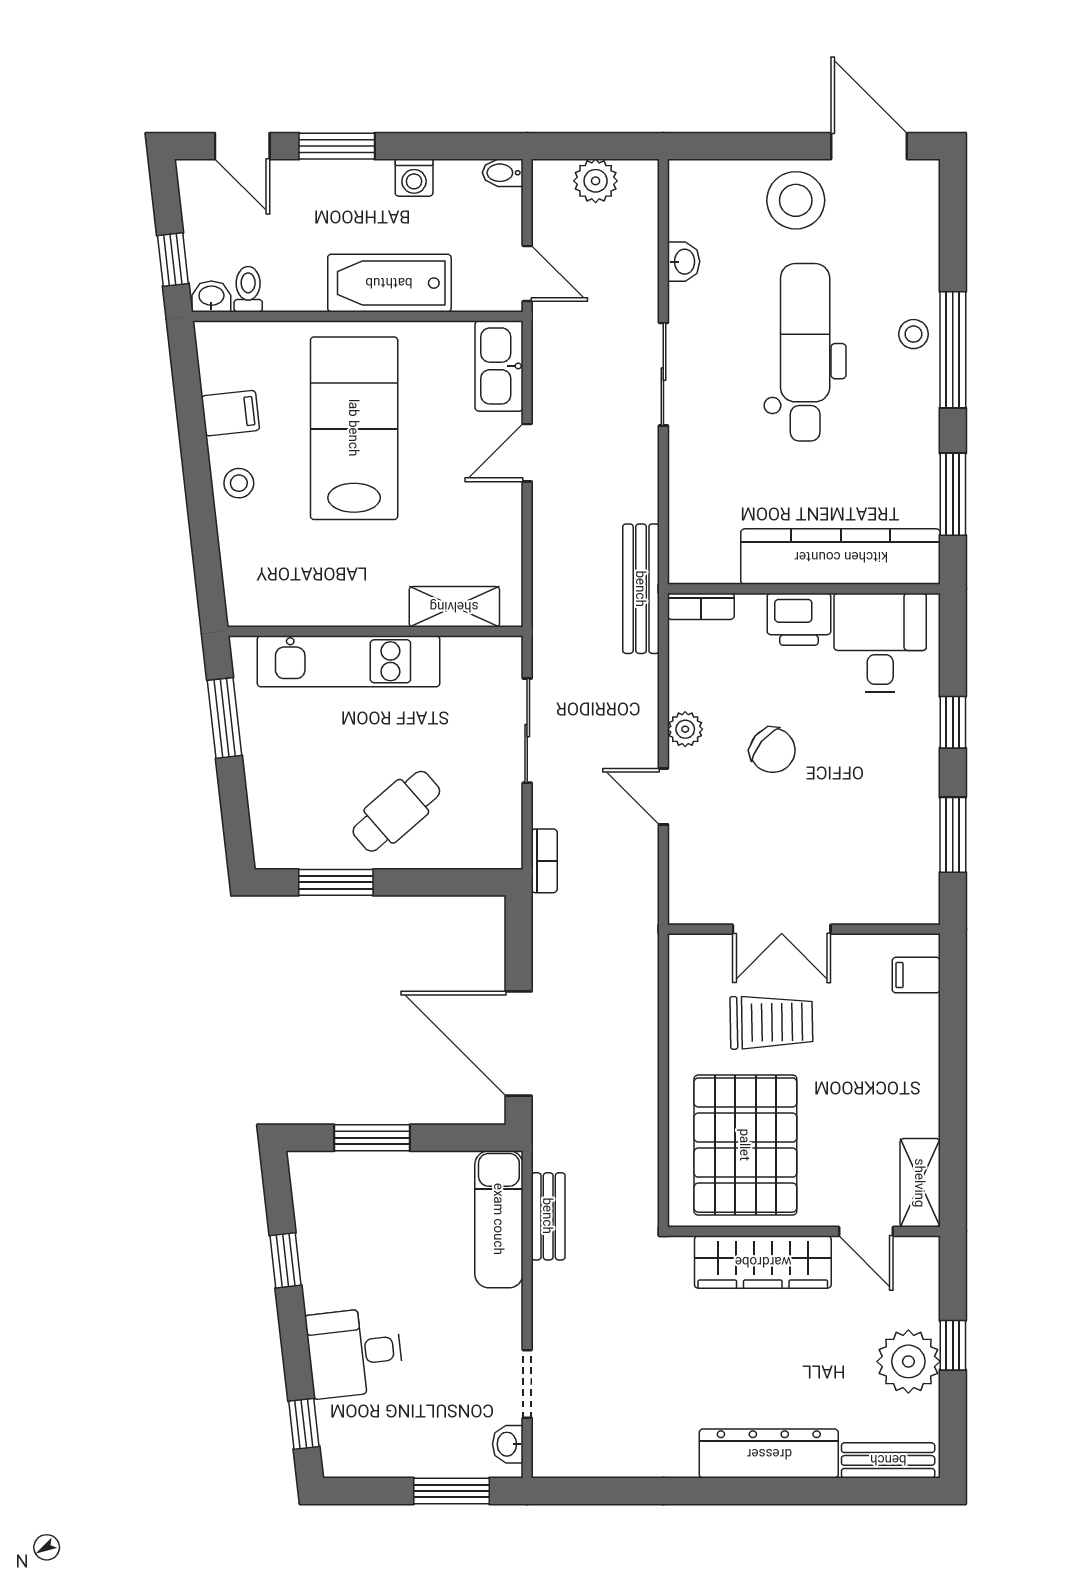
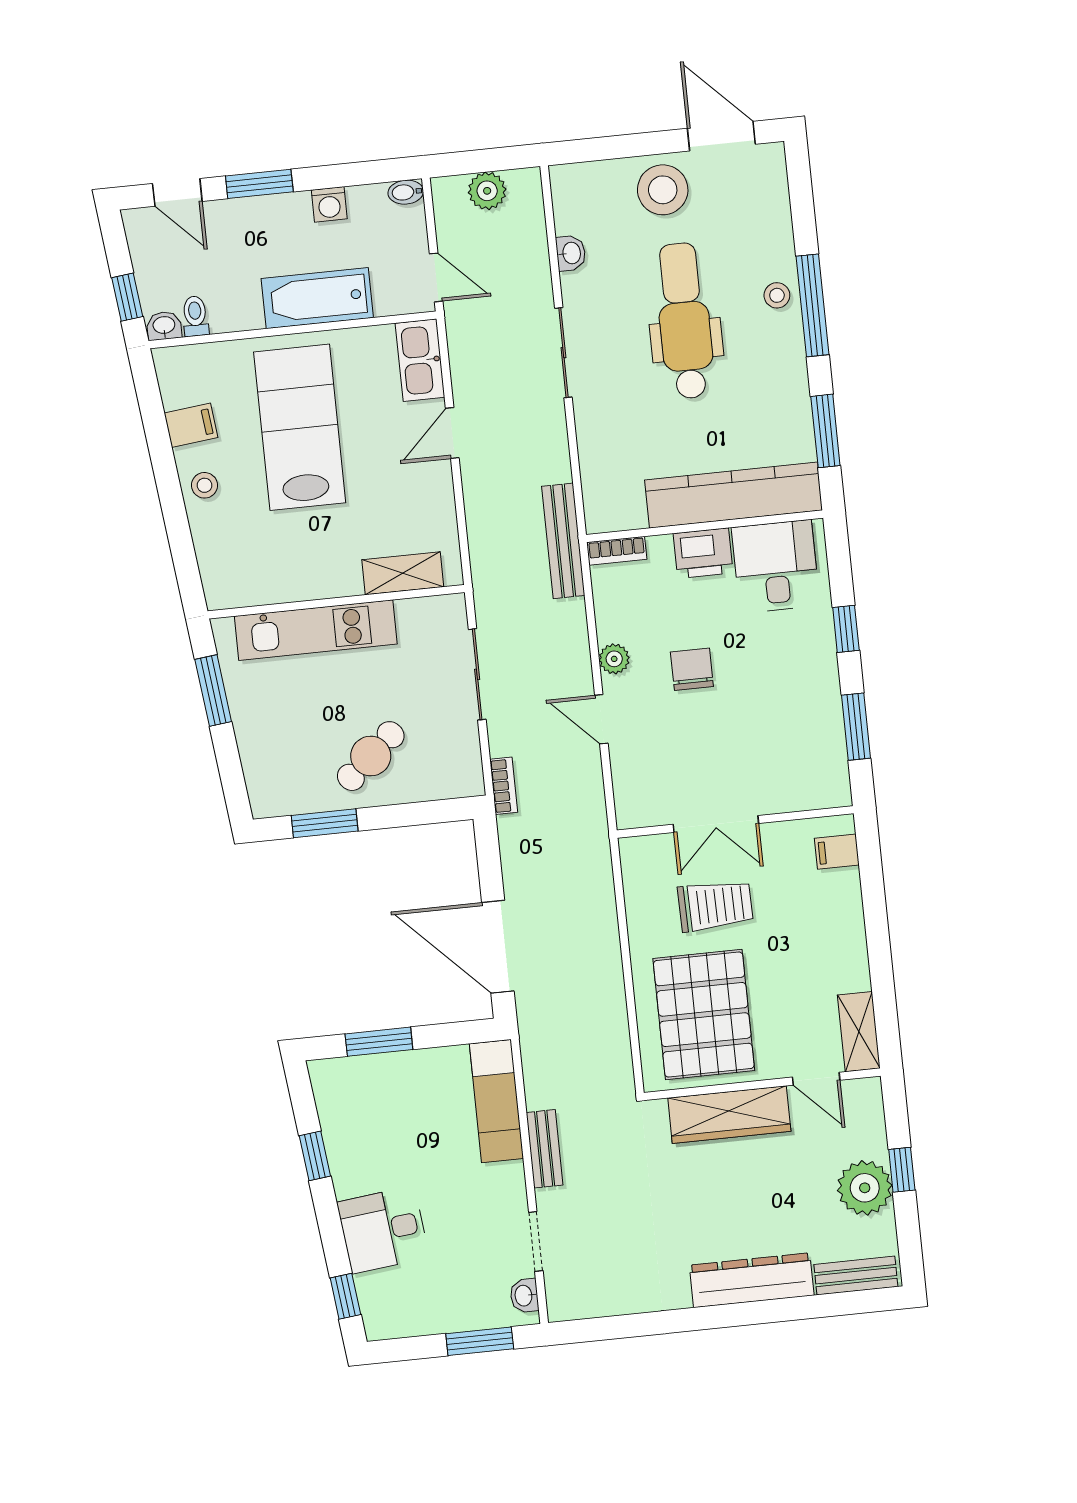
chair: (773, 750) -> (692, 669), turned -130
bench: (548, 1216) -> (545, 1149), moved

